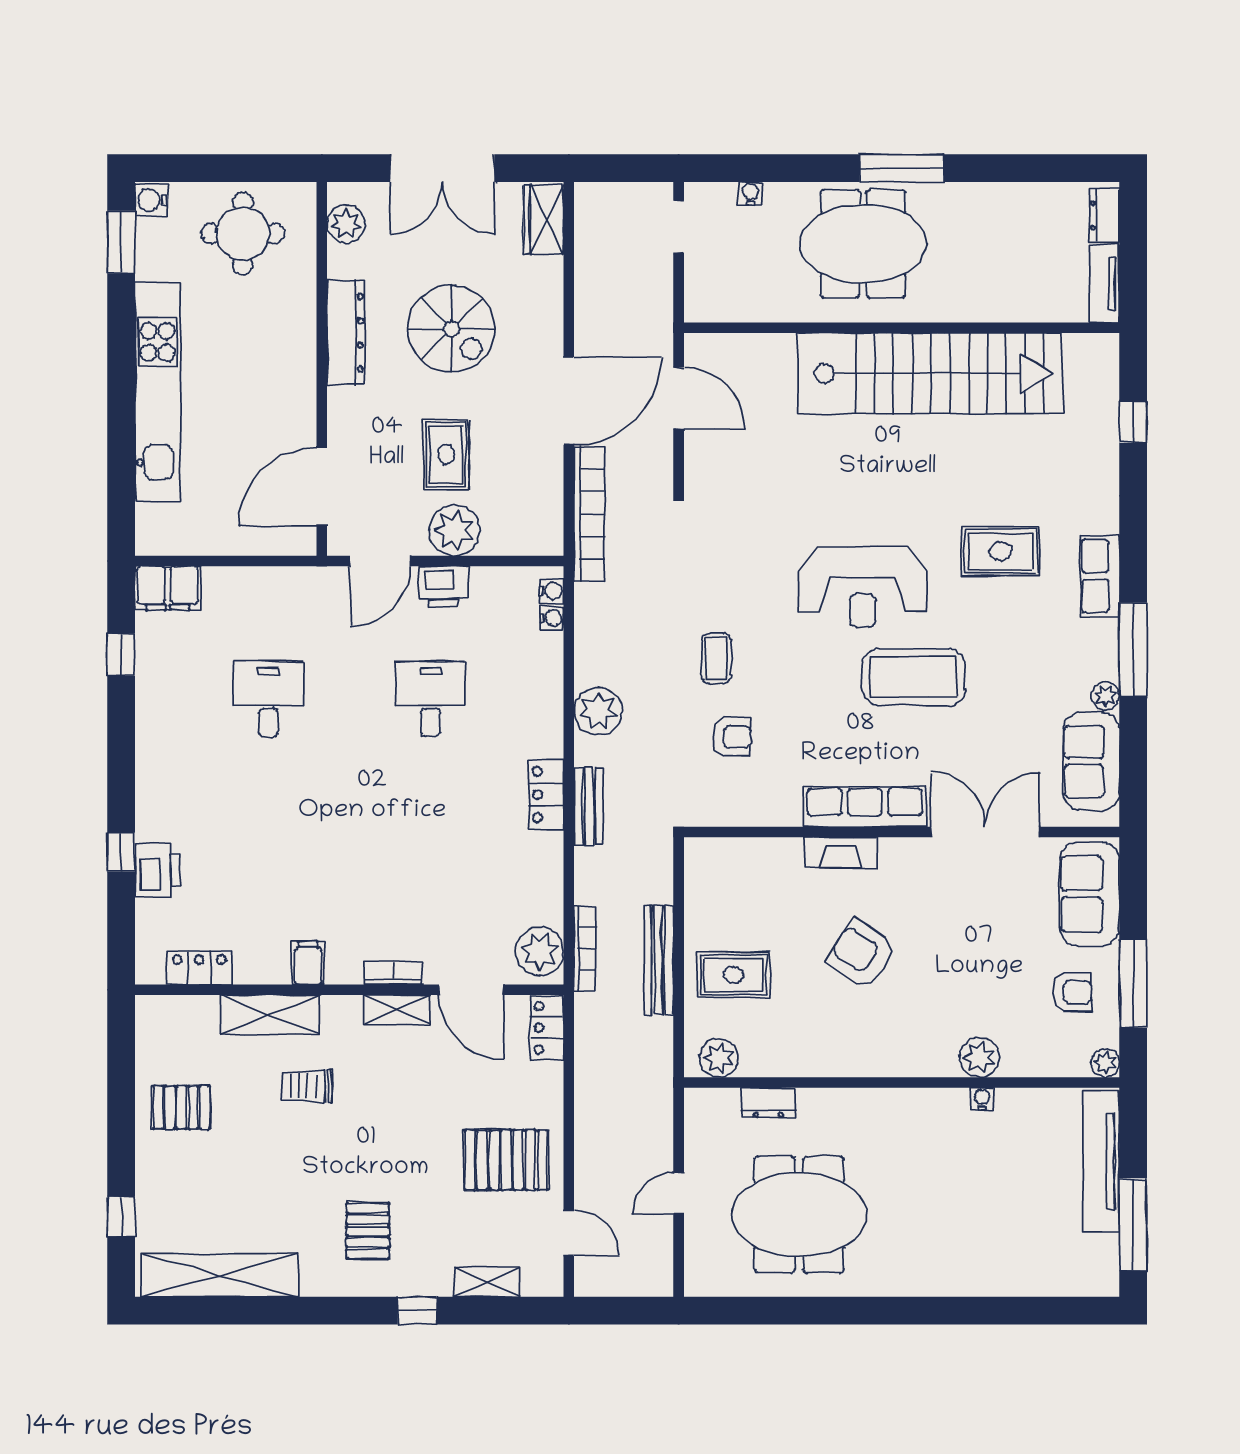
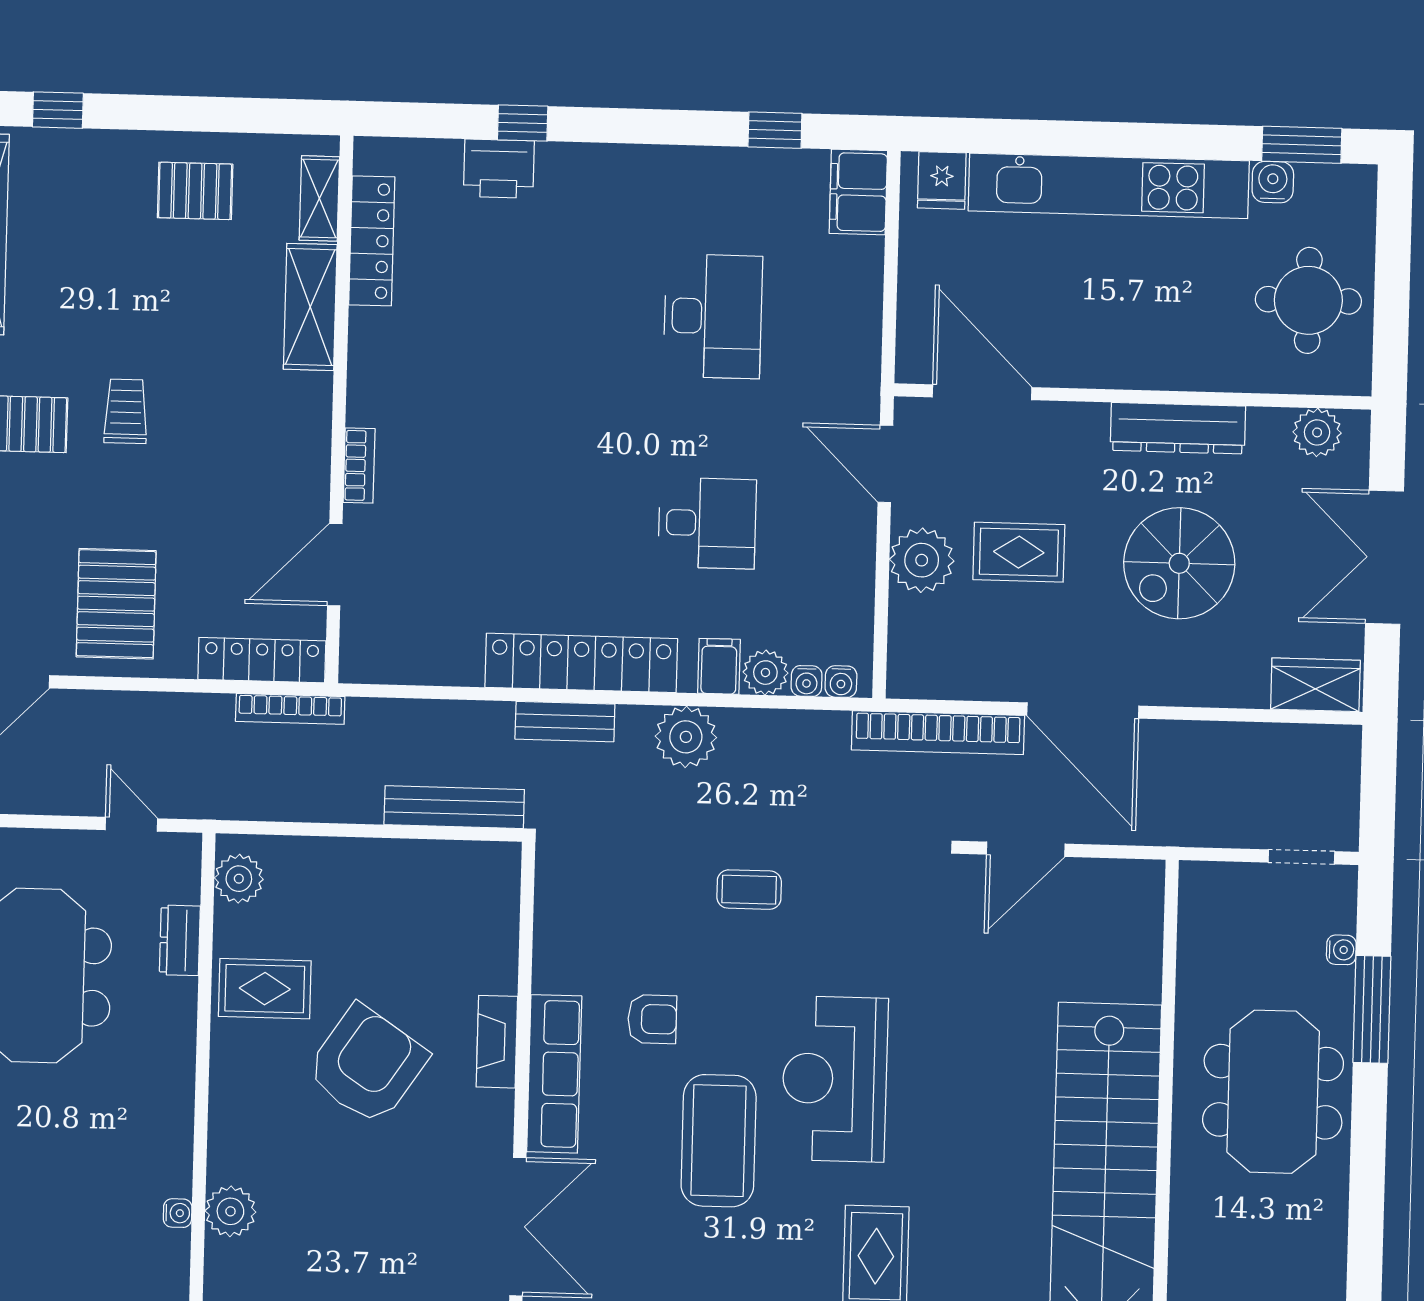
window: (902, 168) -> (1372, 1009), moved
water cooler: (151, 200) -> (1273, 182), moved
door: (679, 398) -> (1026, 849), moved
fridge: (157, 523) -> (942, 180), added
printer: (443, 587) -> (850, 544), removed
desk: (268, 699) -> (713, 316), width x1.37
armchair: (732, 737) -> (652, 1019), moved, turned -91
locker: (546, 795) -> (581, 663), width x2.16, depth x1.21
bookcase: (585, 949) -> (290, 709), moved
plant: (540, 951) -> (765, 673), moved, width x0.73, depth x0.73
armchair: (862, 954) -> (367, 1065), width x1.36, depth x1.36
bench: (658, 960) -> (454, 807), moved
filing cabinet: (308, 963) -> (719, 666), moved, turned -90
locker: (199, 968) -> (372, 241), width x1.53
rug: (733, 975) -> (265, 989), moved, turned 90
shelving: (397, 1010) -> (319, 198), moved
locker: (547, 1028) -> (262, 660), width x1.53
trolley: (307, 1086) -> (126, 411), moved
pallet: (181, 1107) -> (195, 191), turned 90
door: (679, 1193) -> (131, 824), moved

